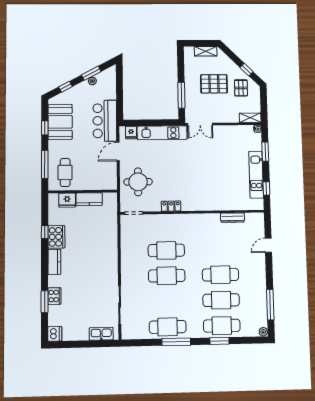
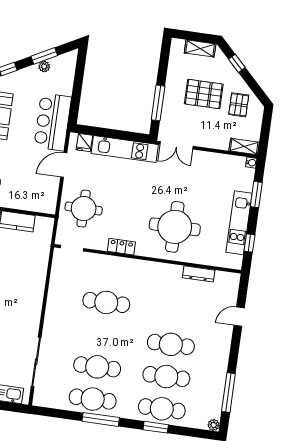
window: (247, 70) -> (237, 63), moved
round table: (209, 185) -> (175, 227), added
cafe table: (167, 276) -> (97, 367), moved

